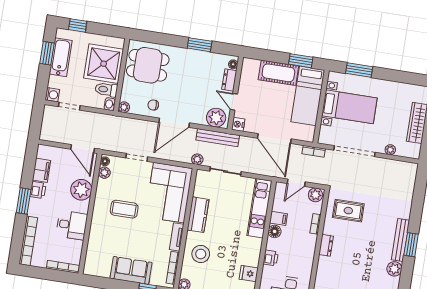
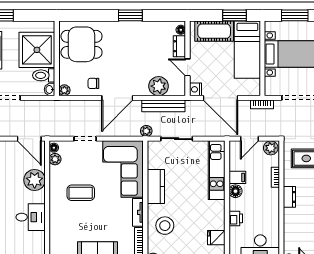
floor lamp: (233, 64) -> (181, 30), moved
dresser: (229, 80) -> (179, 46), moved
wall: (235, 93) -> (187, 58), moved
door: (234, 102) -> (187, 67), moved
nightstand: (238, 124) -> (195, 89), moved

